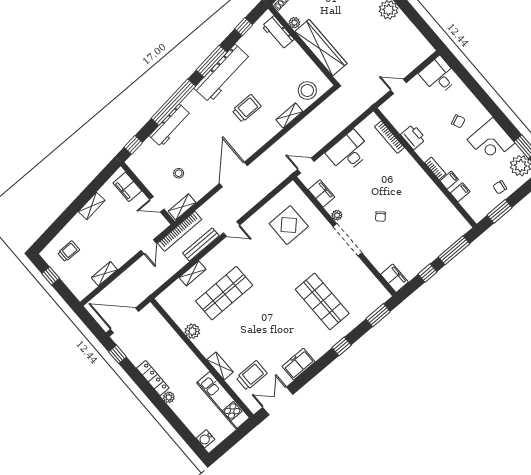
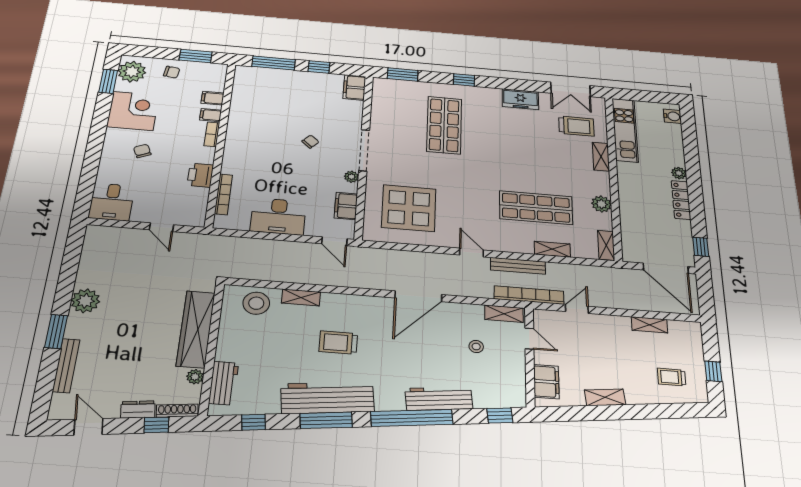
display table: (289, 225) -> (409, 208), width x1.36, depth x1.36
shelving: (167, 305) -> (606, 245), added
trolley: (252, 375) -> (576, 126), turned 180

